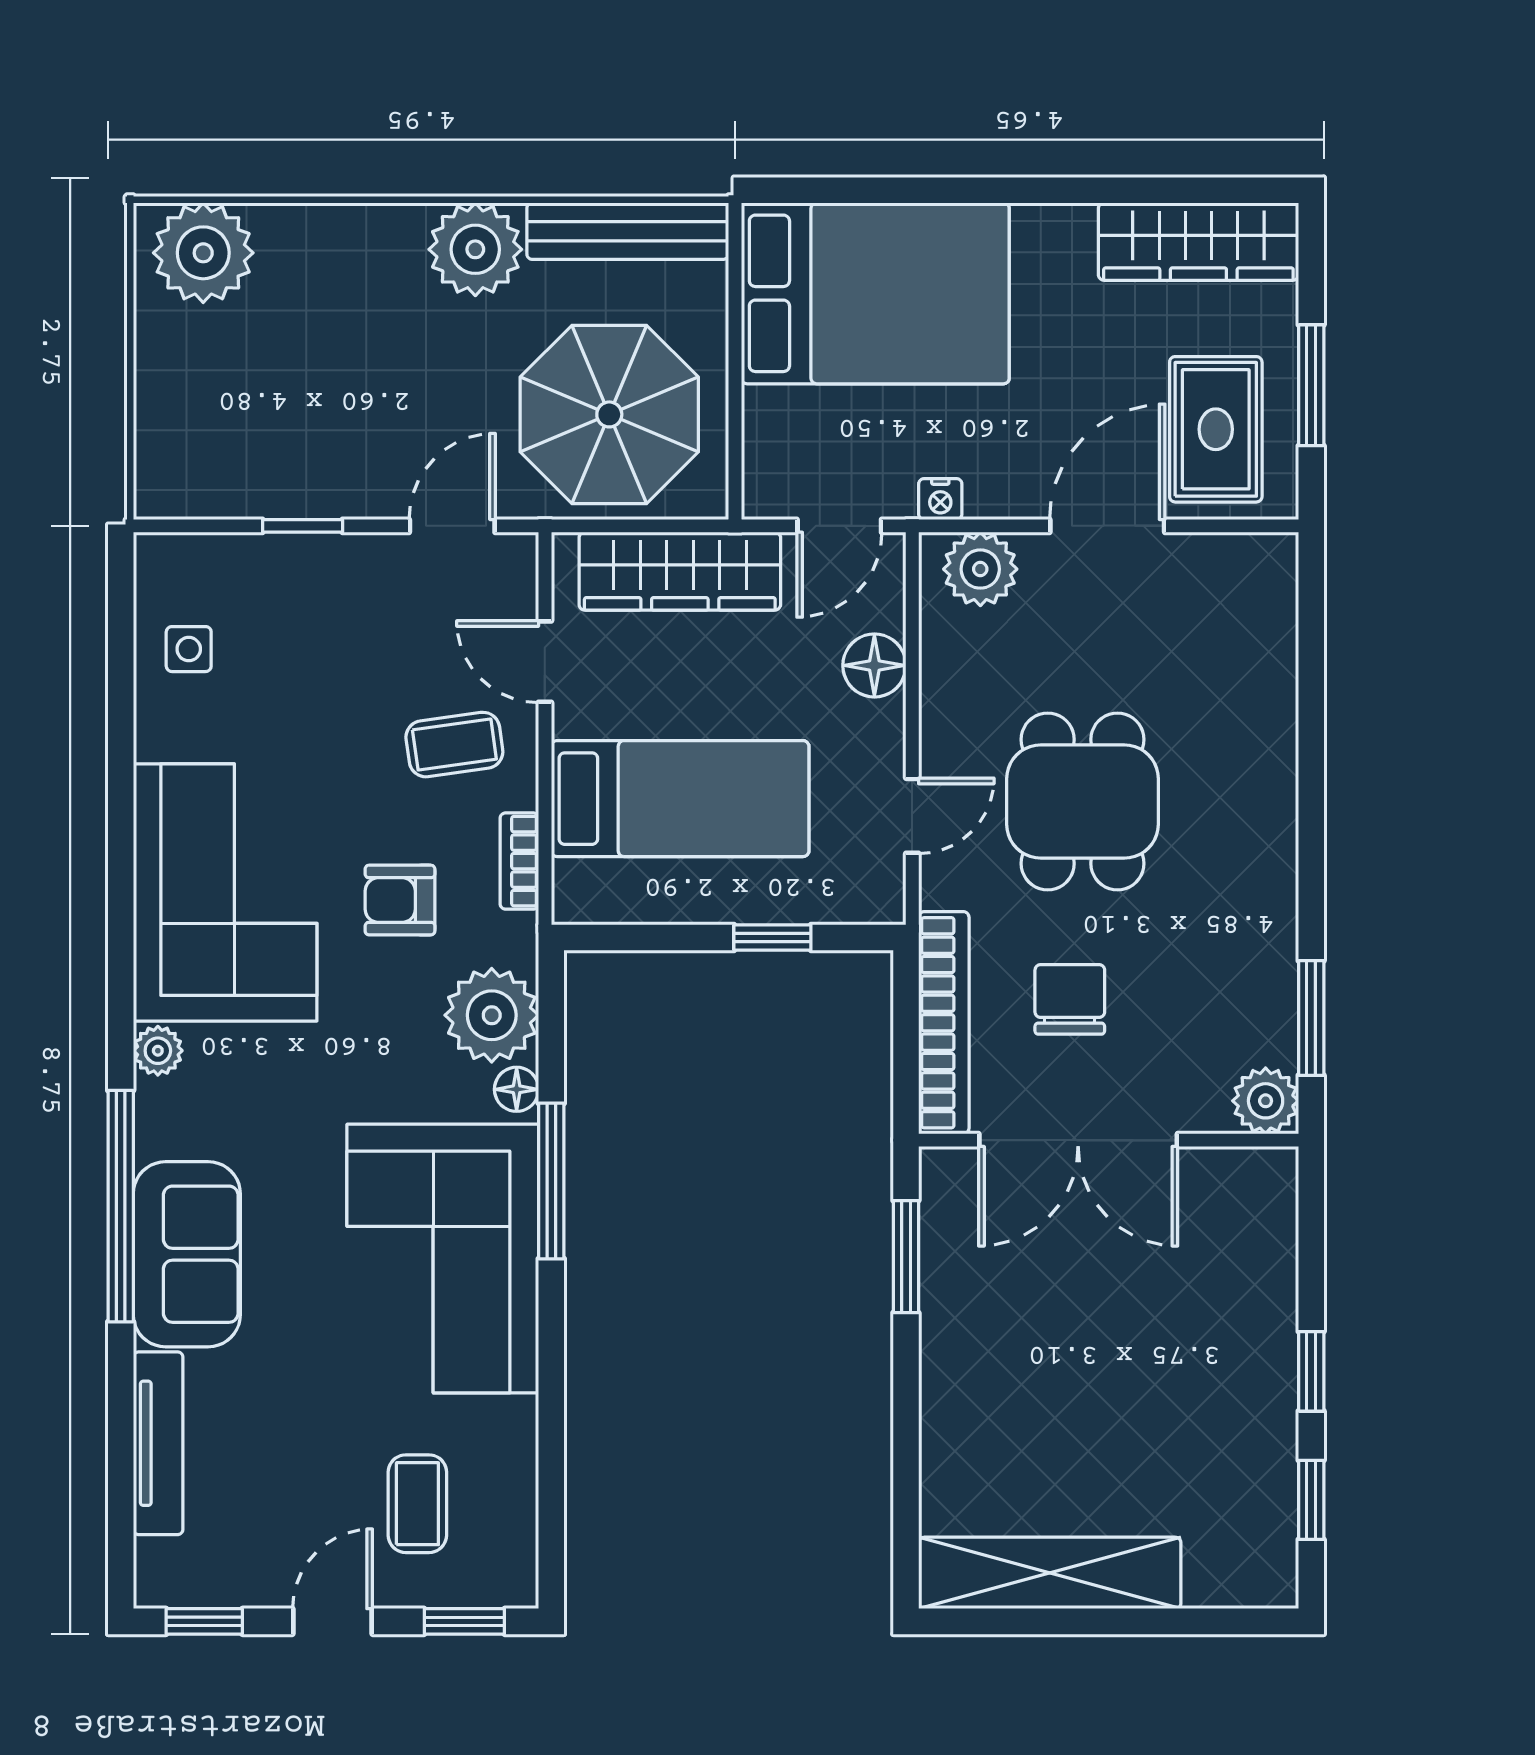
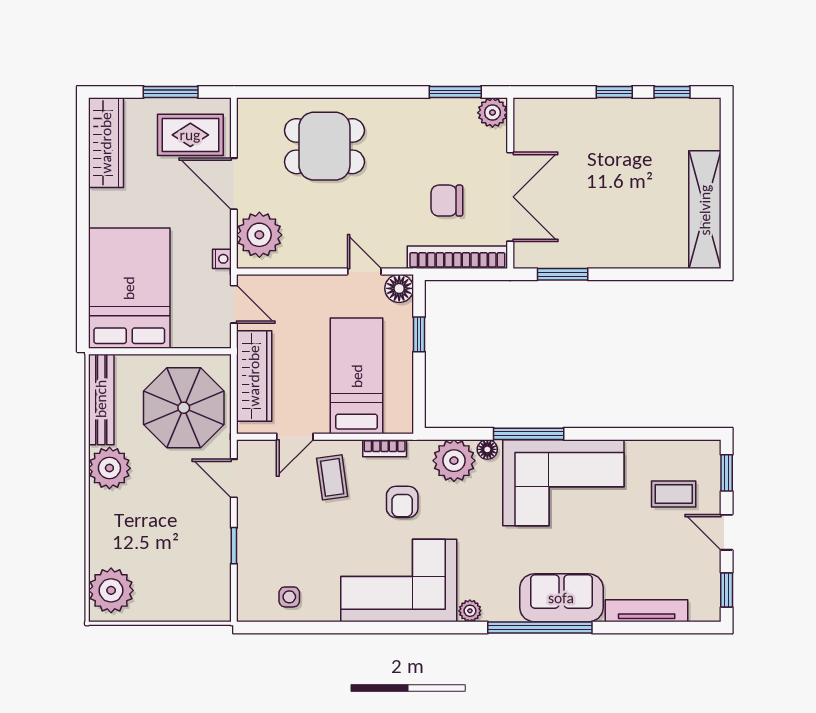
plant: (980, 569) -> (259, 235), width x1.36, depth x1.36
floor lamp: (874, 665) -> (399, 288), moved
dining table: (1083, 801) -> (324, 146), moved

